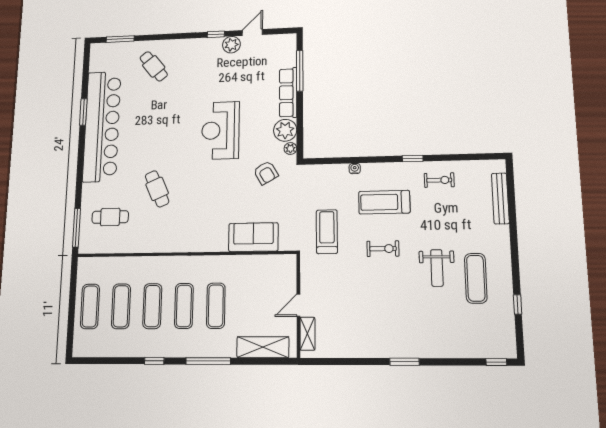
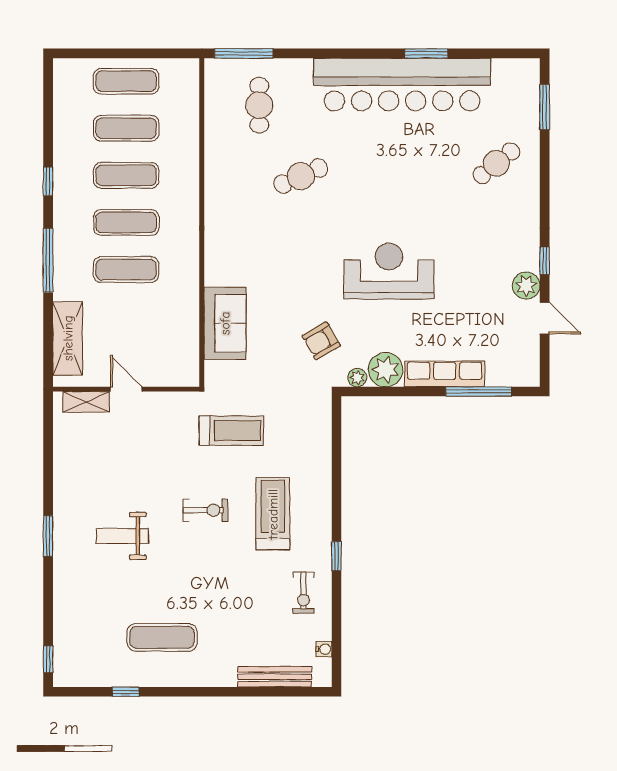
water cooler: (355, 169) -> (324, 649), moved
exercise bike: (383, 249) -> (205, 510), turned -90
weight bench: (437, 268) -> (122, 536), moved

